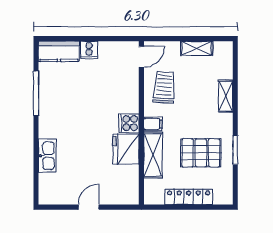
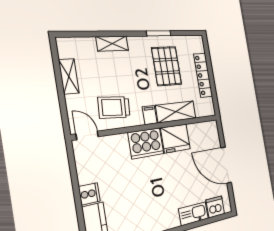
cooker: (129, 123) -> (146, 143), width x1.87, depth x1.31
dishwasher: (48, 184) -> (215, 207), added
door: (89, 207) -> (226, 165), width x1.88

